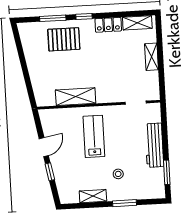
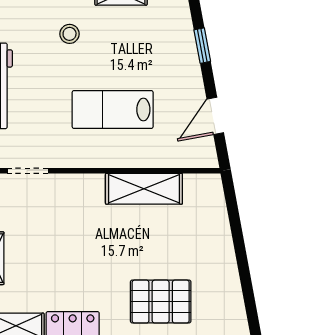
lab bench: (94, 136) -> (113, 110), turned 90
door: (44, 147) -> (215, 116), moved

